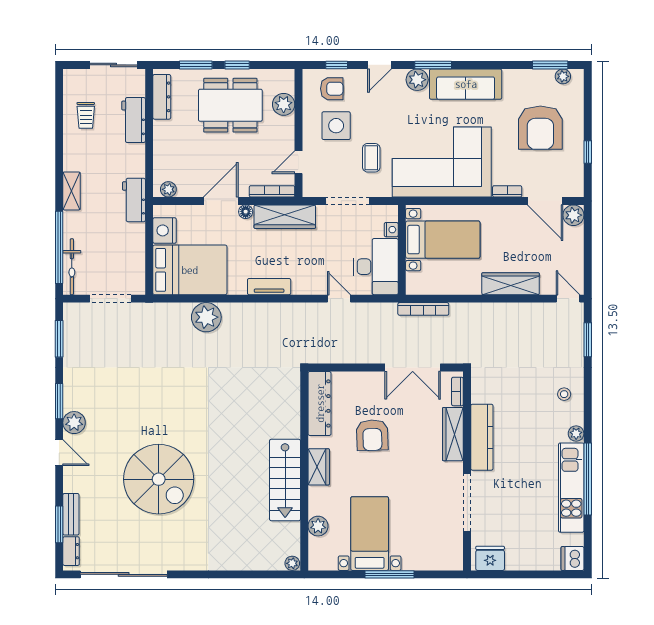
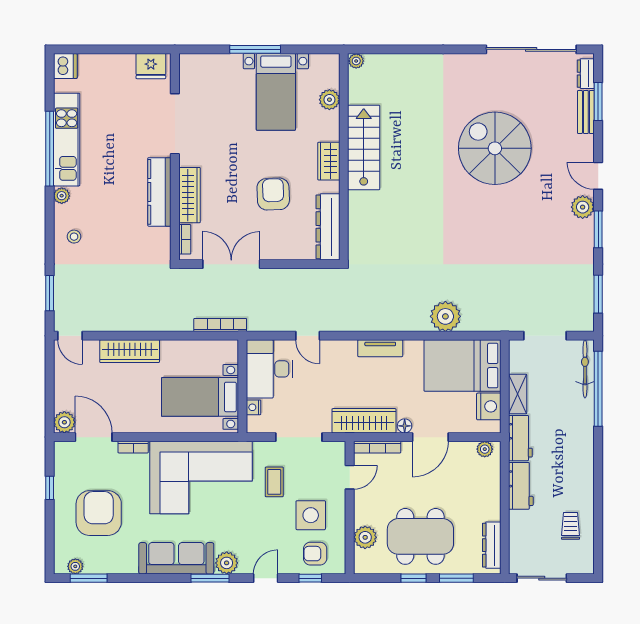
workbench: (134, 120) -> (521, 486), moved
shelving: (72, 191) -> (518, 394), moved

